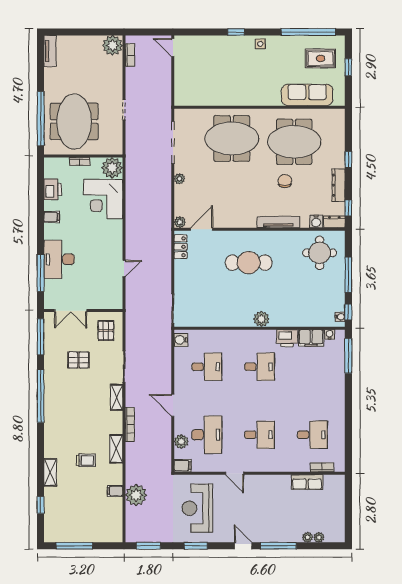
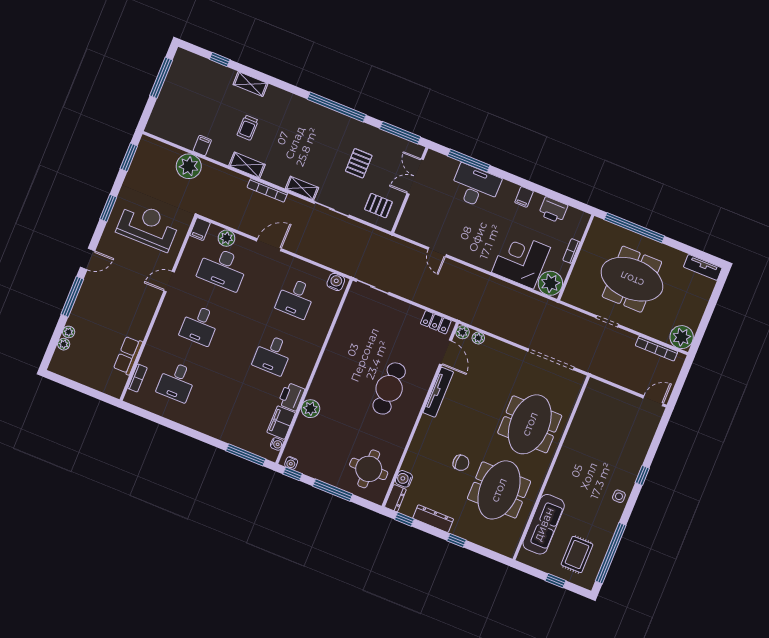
bookcase: (130, 55) -> (657, 349), width x1.56
meeting table: (74, 122) -> (632, 279), moved
plant: (179, 179) -> (478, 338), moved
tv unit: (278, 222) -> (438, 392), moved
plant: (261, 319) -> (310, 409), moved

